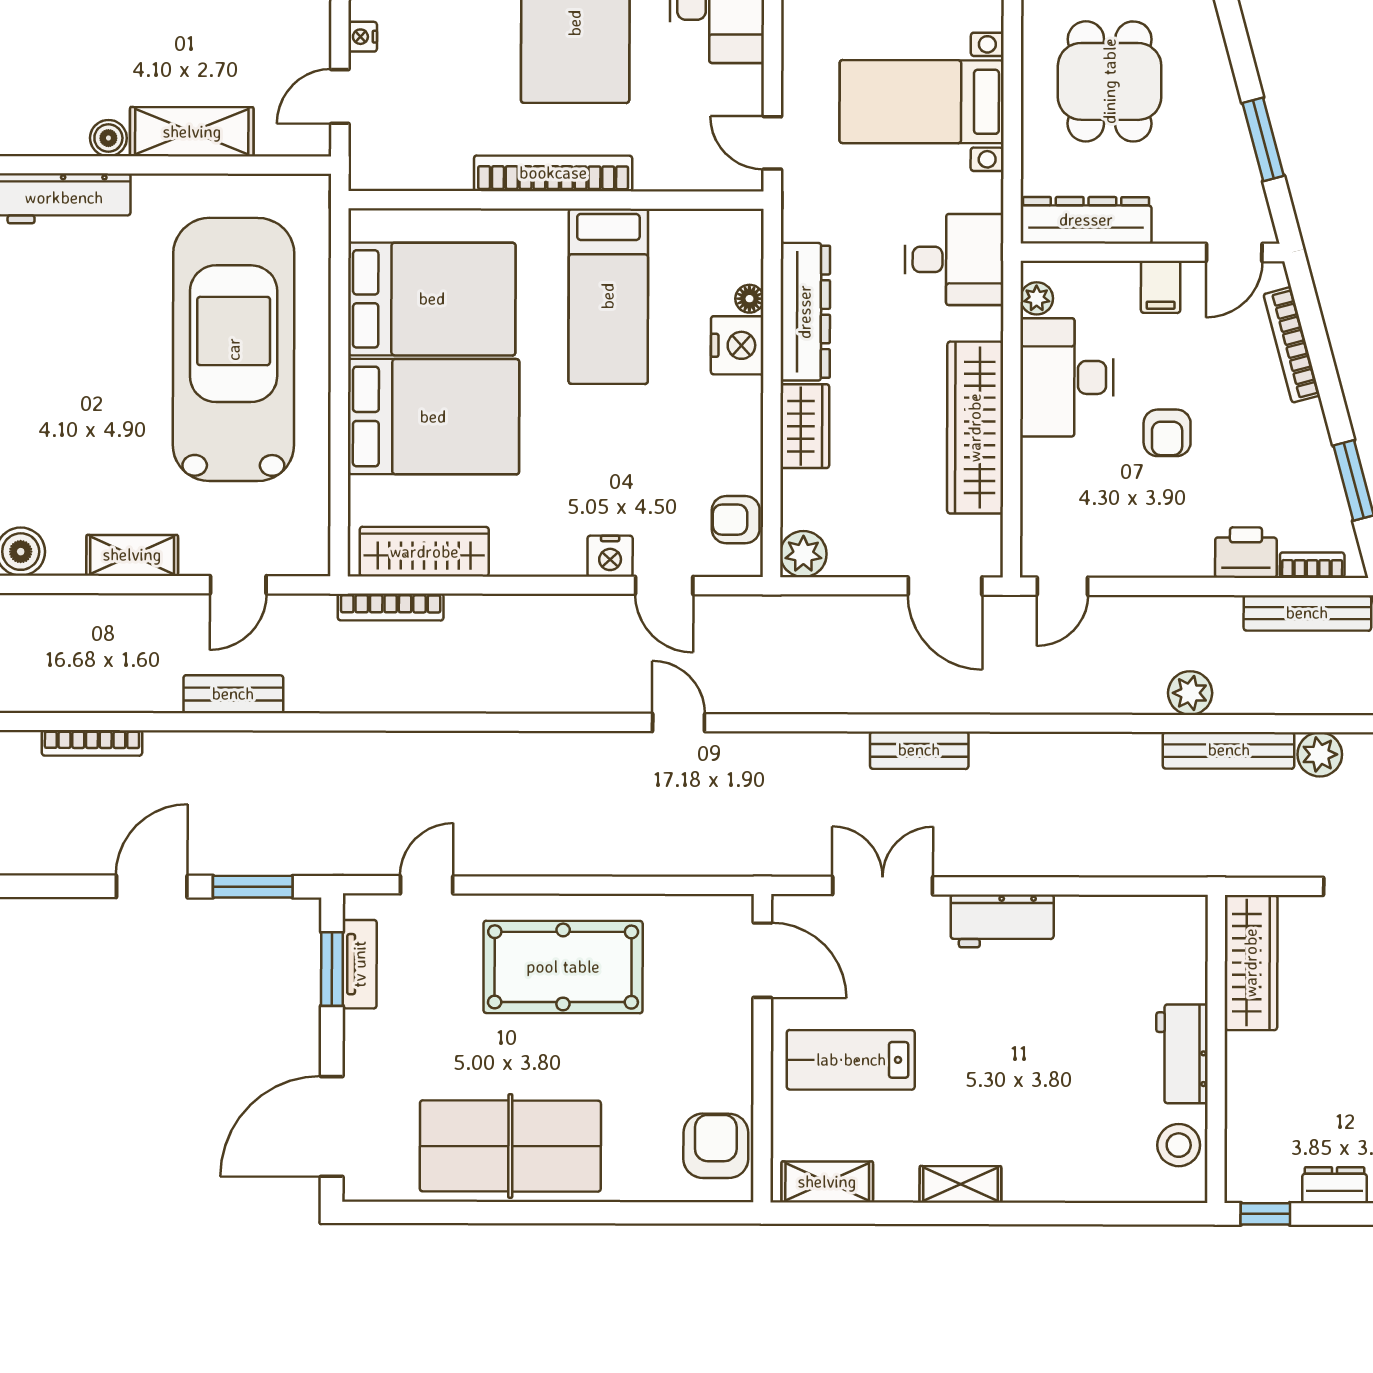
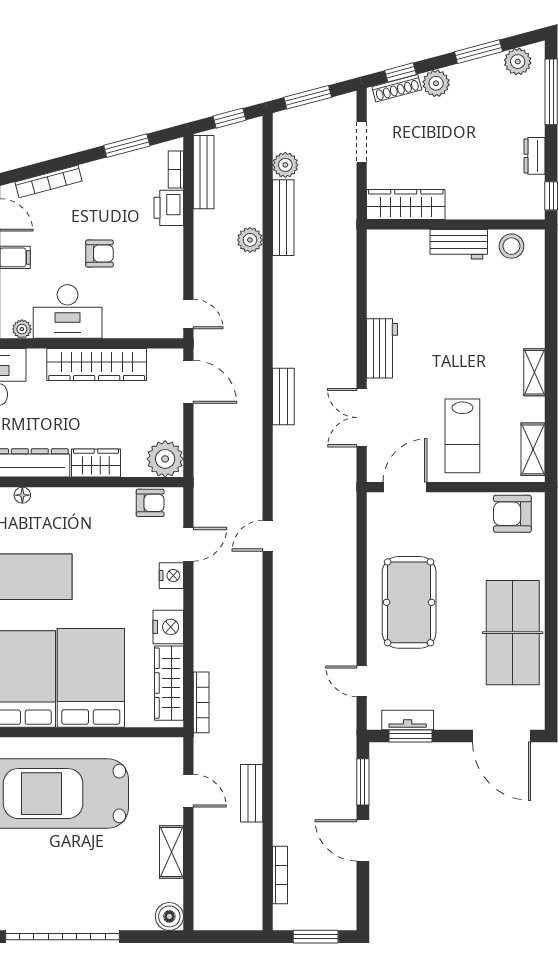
nightstand: (737, 345) -> (168, 627), moved, turned 90
armchair: (736, 520) -> (150, 503), turned -90
plant: (803, 554) -> (165, 459), width x1.36, depth x1.36
door: (945, 586) -> (188, 382), hinge flipped

